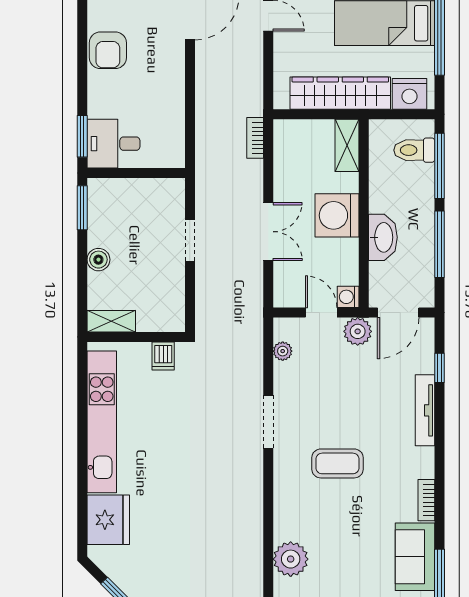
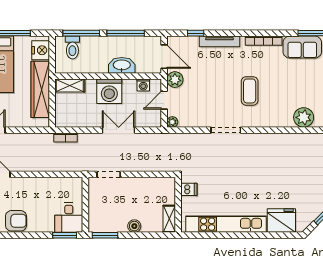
doorway: (190, 241) -> (109, 174), moved
washing machine: (348, 297) -> (143, 85), moved
plant: (283, 351) -> (172, 122), moved
bookcase: (426, 500) -> (264, 41), width x1.56

